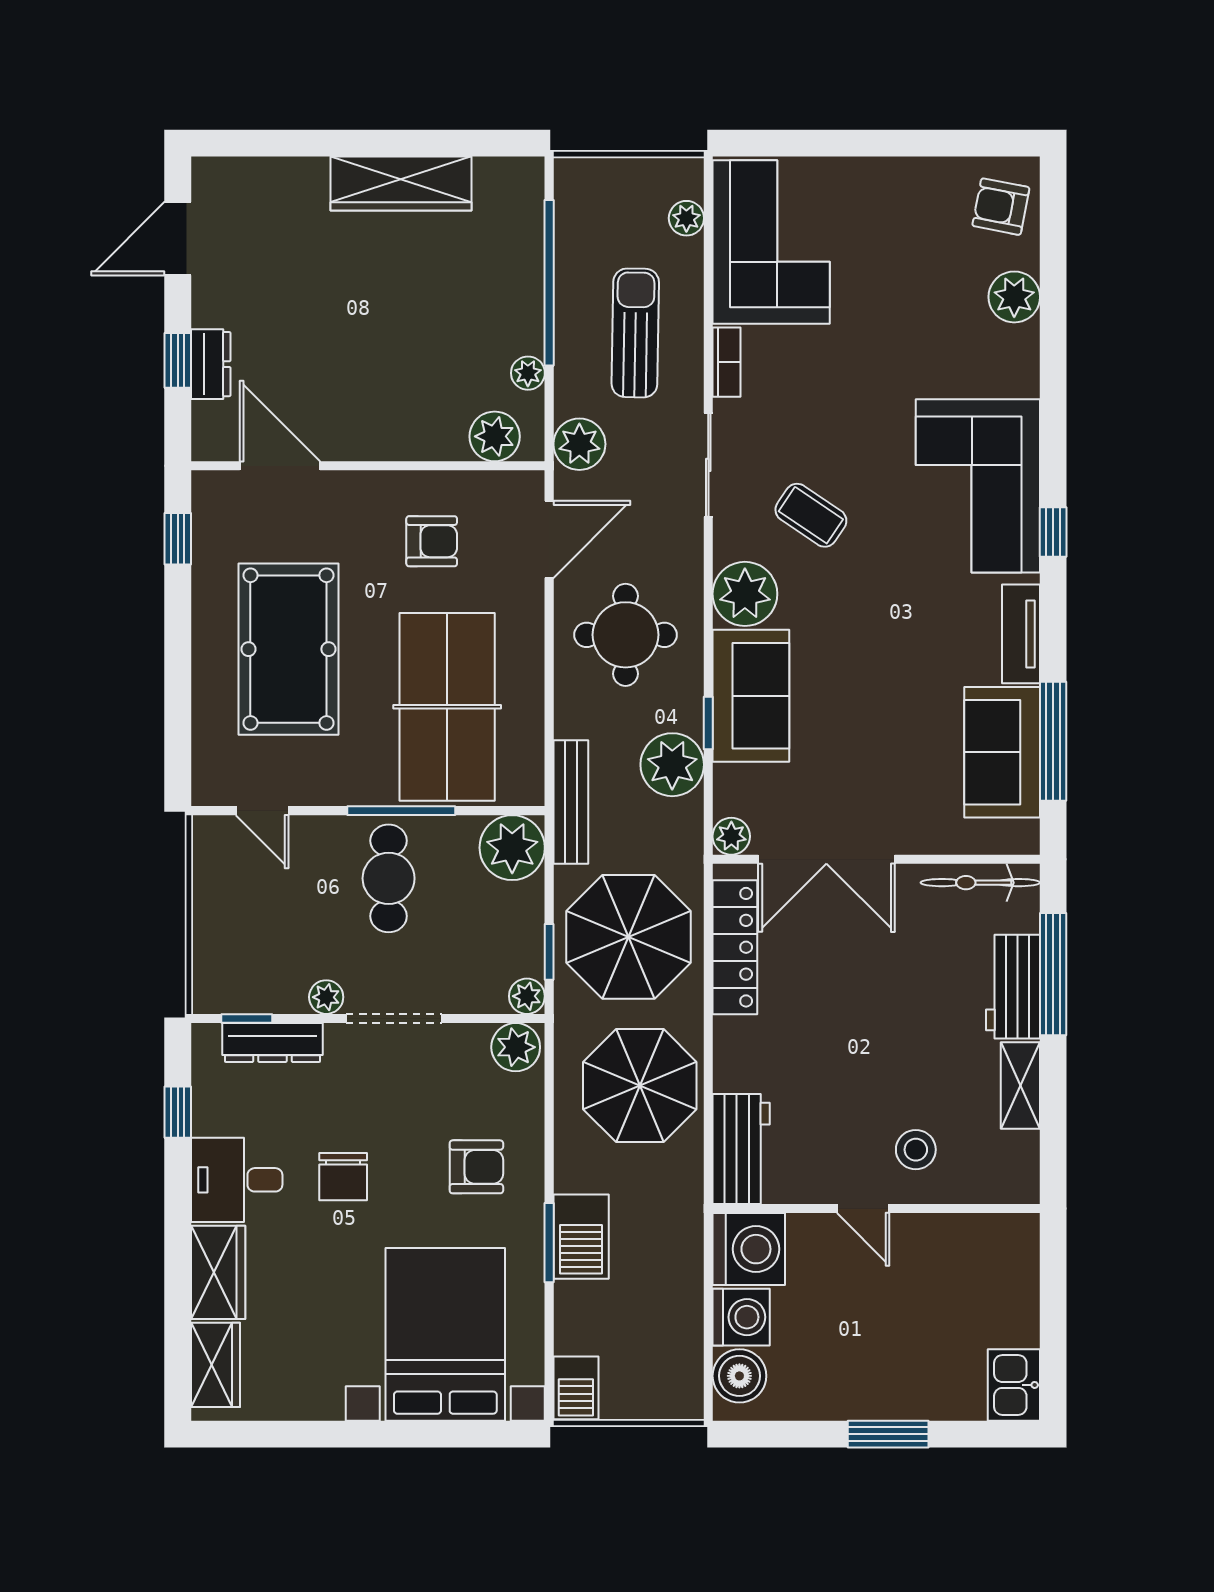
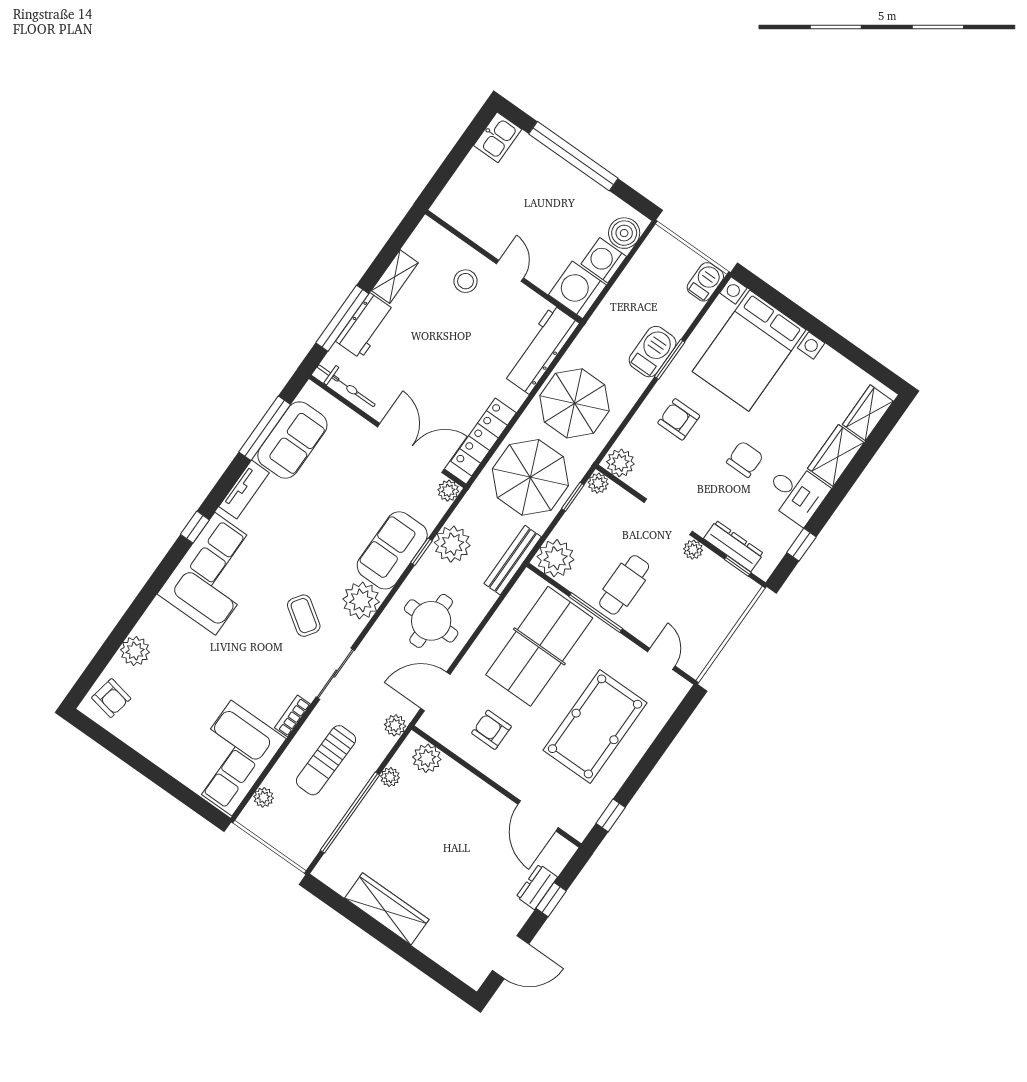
plant: (579, 444) -> (395, 725), width x0.73, depth x0.73
workbench: (741, 1149) -> (541, 349), width x1.38
window: (888, 1434) -> (573, 156), width x2.11

